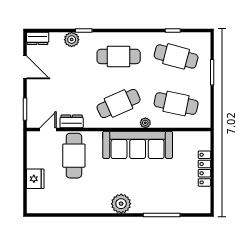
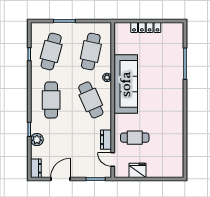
cafe table: (74, 156) -> (135, 138), width x0.73, depth x0.74
fridge: (35, 179) -> (138, 170), moved
plant: (121, 204) -> (175, 98), removed

